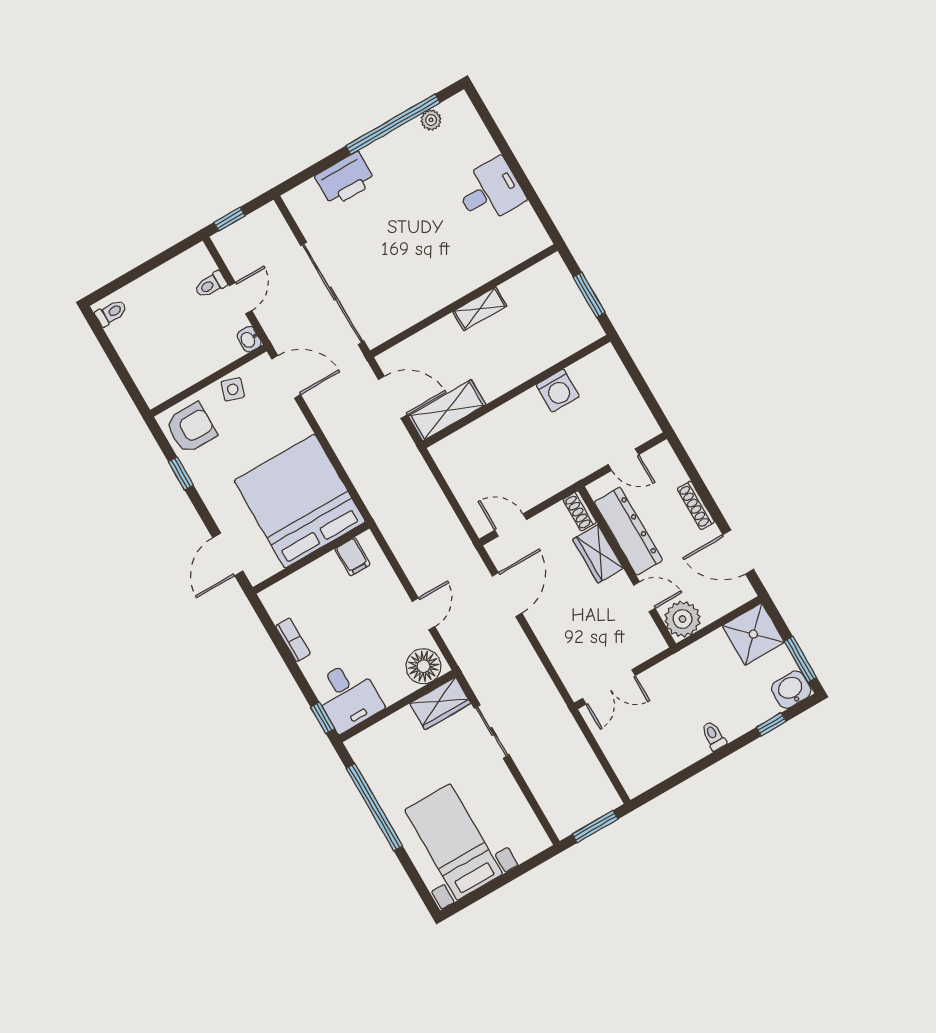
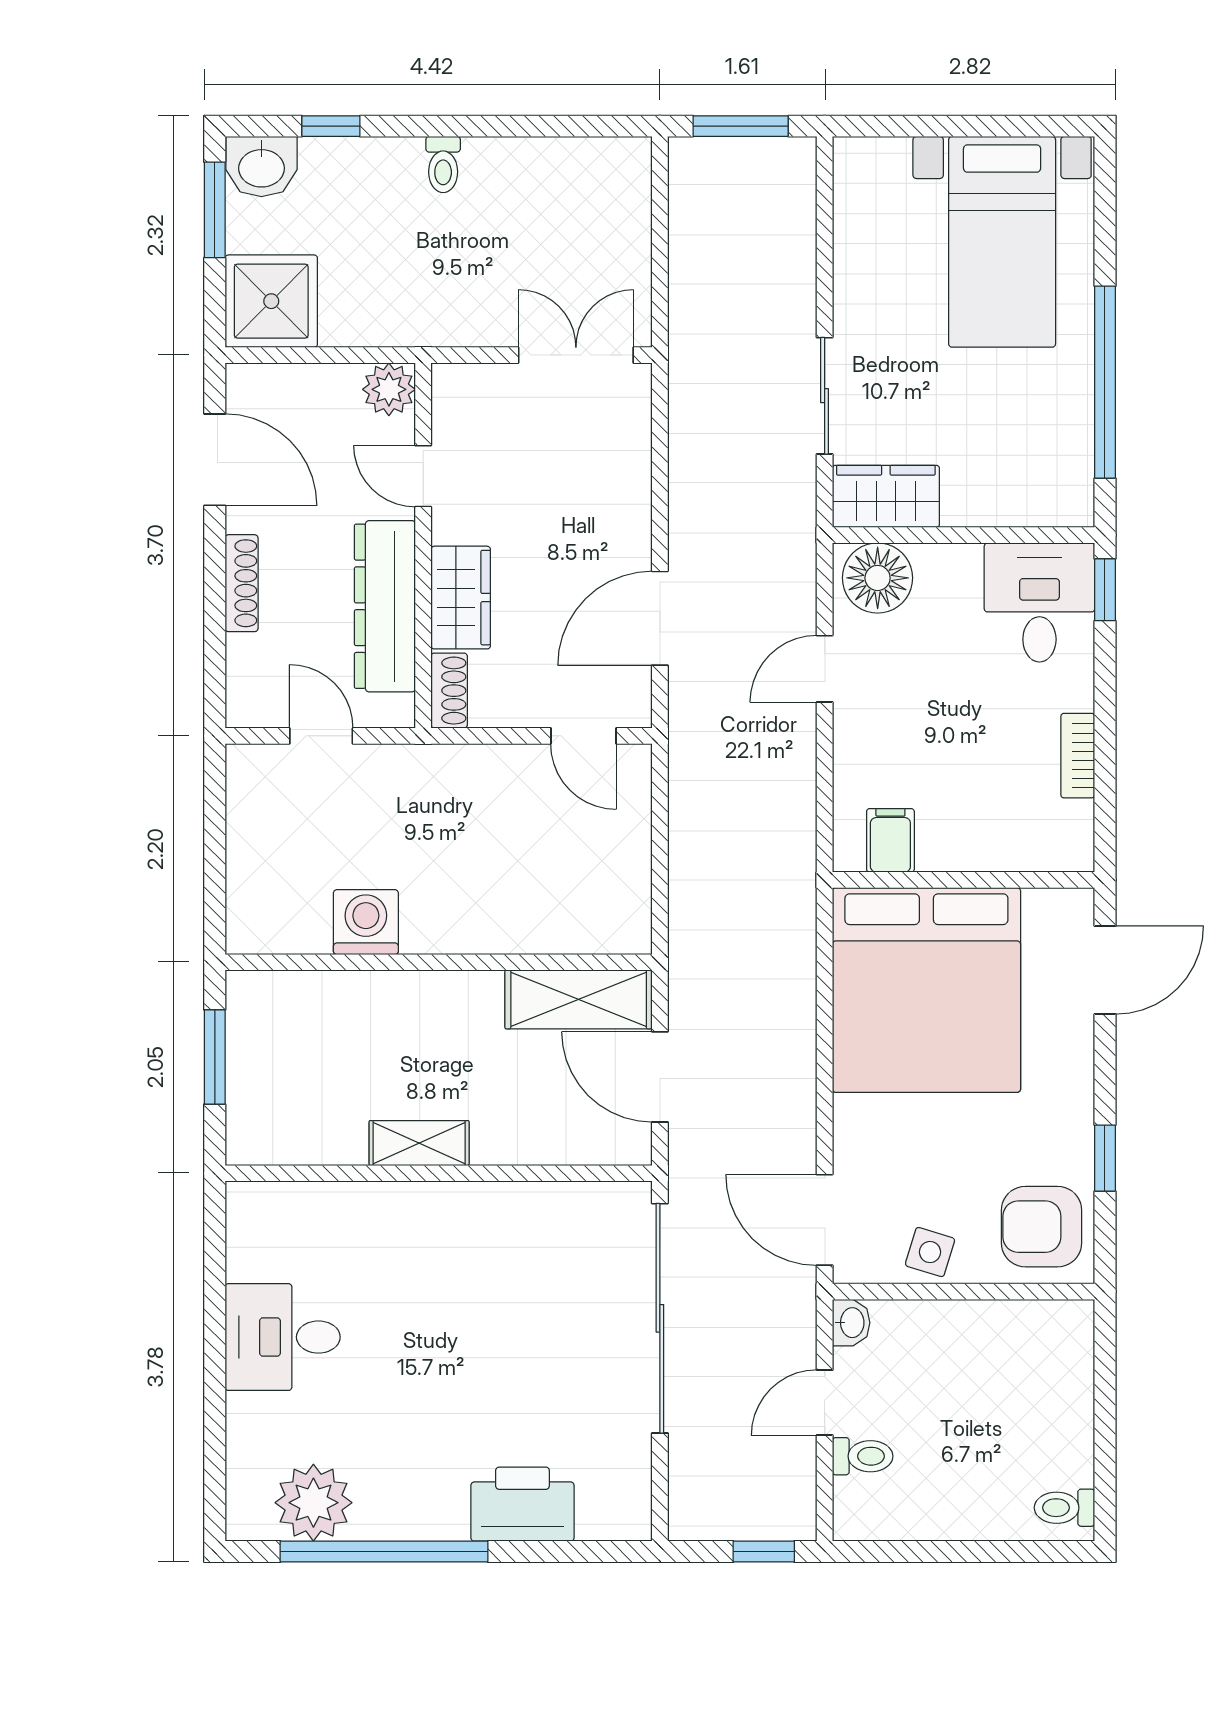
plant: (431, 120) -> (313, 1503), width x1.87, depth x1.87
plant: (682, 619) -> (389, 389), width x0.73, depth x0.73

